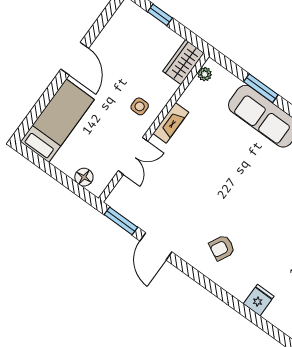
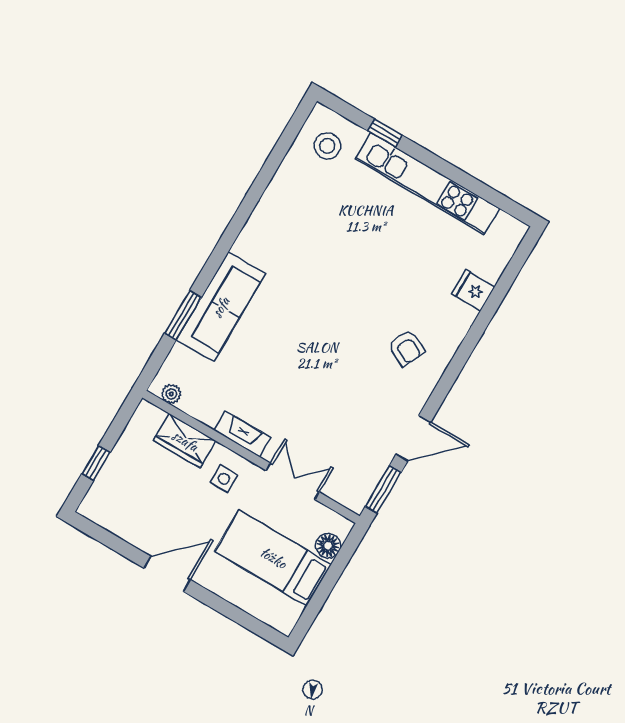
wardrobe: (183, 62) -> (185, 441), moved
bed: (57, 121) -> (273, 558), moved

